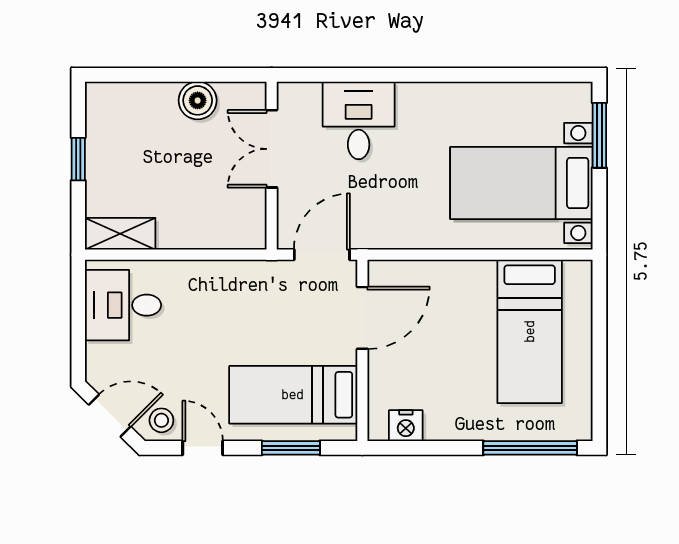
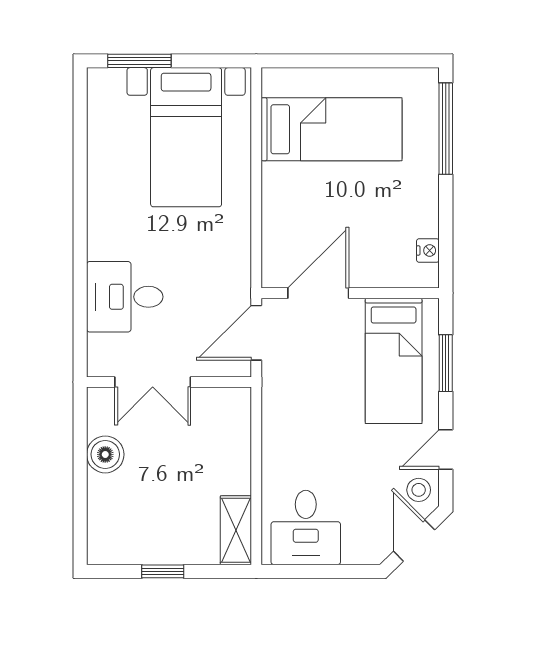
door: (322, 255) -> (256, 333), hinge flipped
door: (362, 318) -> (318, 293), hinge flipped
nightstand: (406, 426) -> (428, 250), width x0.72, depth x0.74

